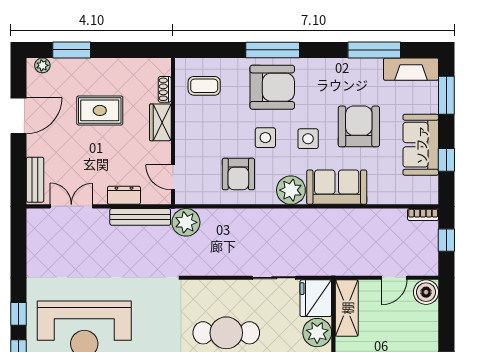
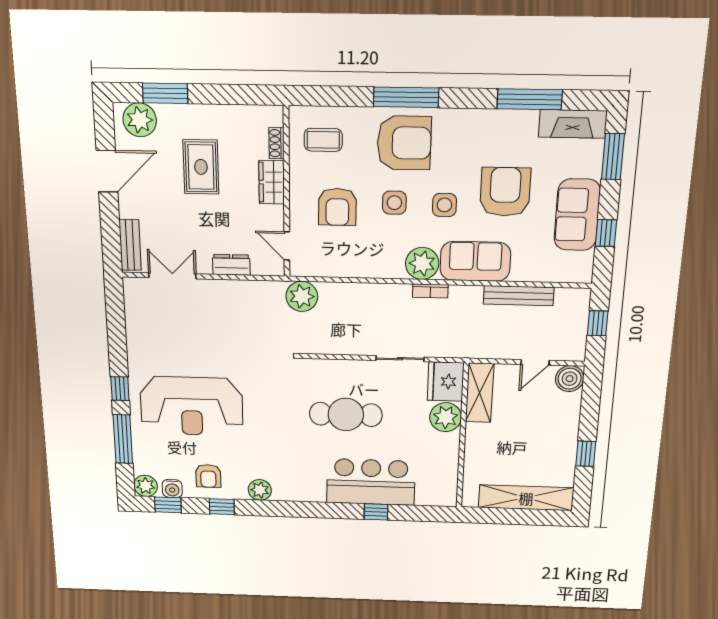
plant: (42, 65) -> (140, 120), width x1.88, depth x1.88
rug: (100, 110) -> (201, 167), turned 90
armchair: (238, 174) -> (337, 207), moved
bookcase: (423, 215) -> (430, 291), moved
bench: (140, 217) -> (519, 296), moved

